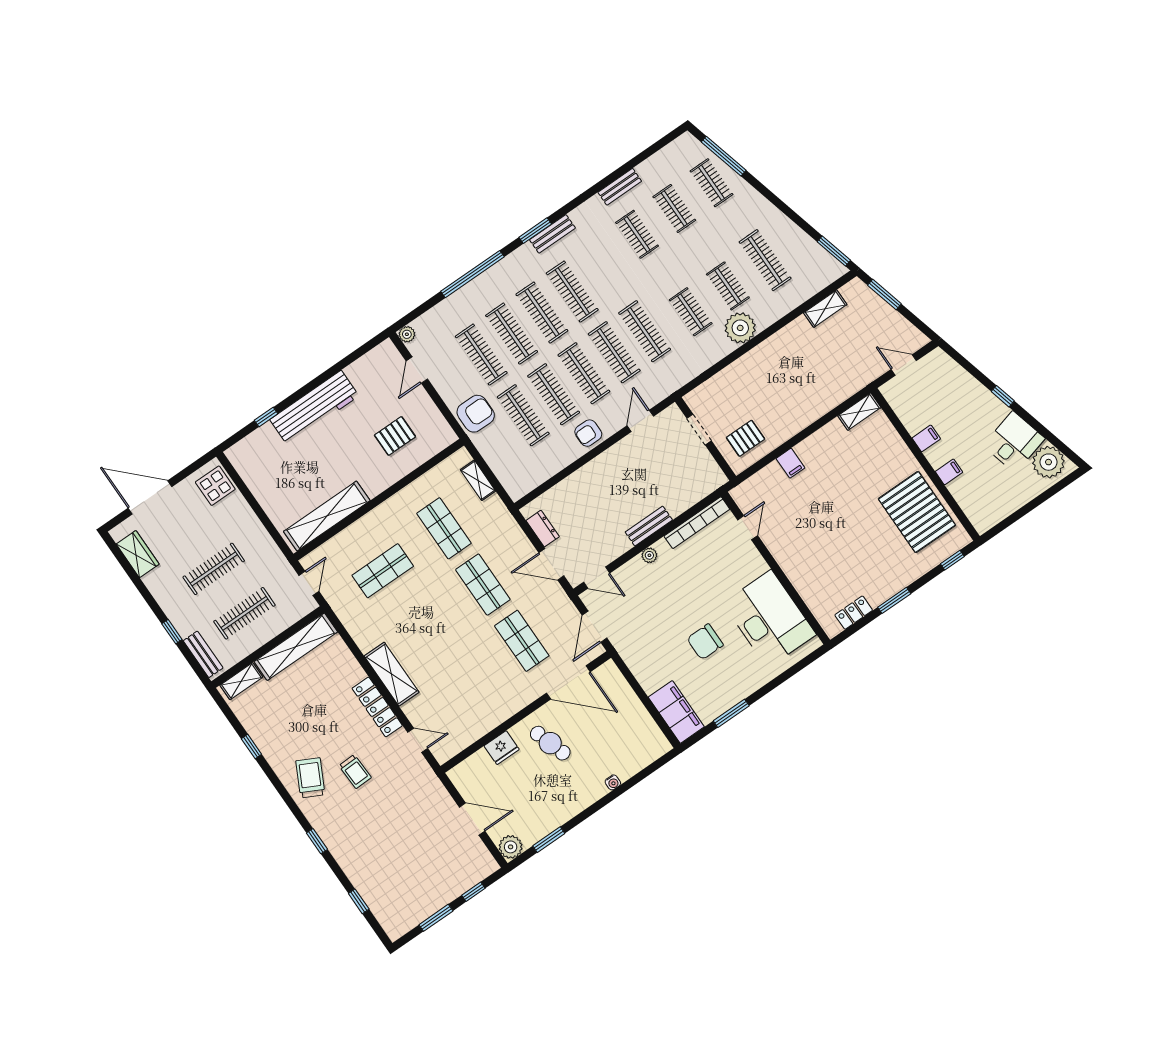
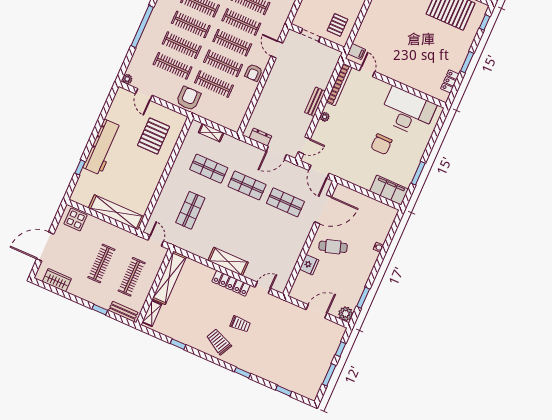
pallet: (395, 436) -> (154, 136), width x1.50, depth x1.42
filing cabinet: (790, 463) -> (357, 52), moved
shelving: (327, 516) -> (116, 212), moved, turned 90

